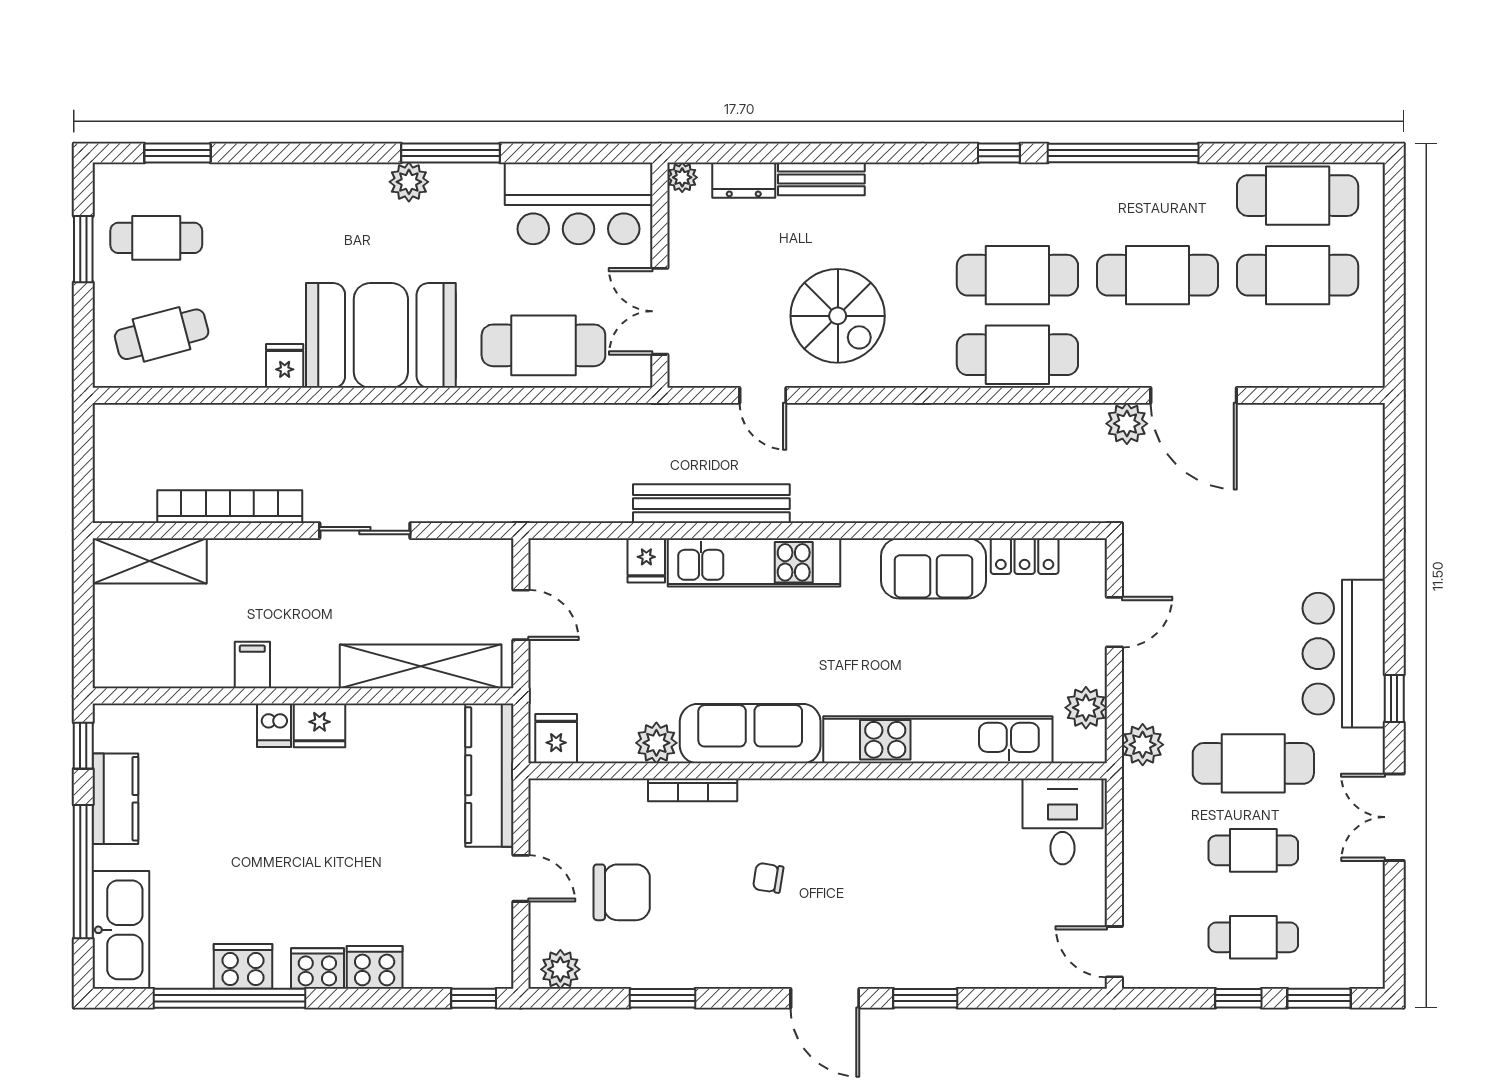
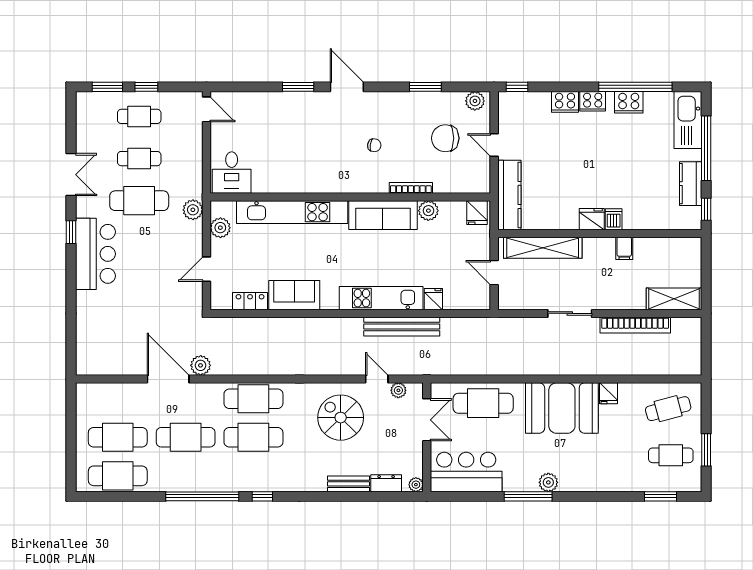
plant: (718, 372) -> (398, 390), added

